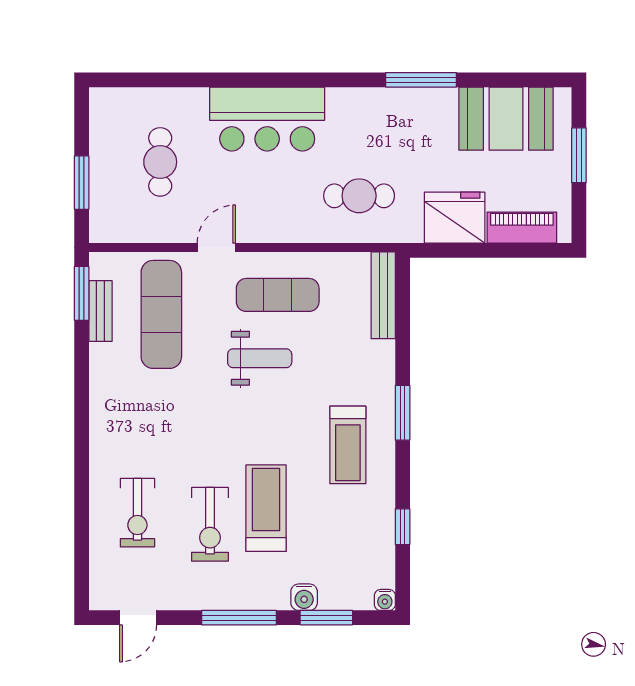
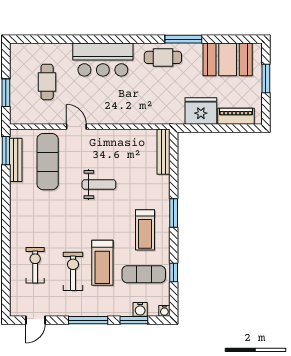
cafe table: (359, 196) -> (163, 57), moved
door: (216, 248) -> (76, 127), hinge flipped
exercise mat: (278, 295) -> (144, 274), moved
bench: (100, 311) -> (16, 160), width x1.36
treadmill: (266, 508) -> (102, 263), turned 180
exercise bike: (137, 513) -> (35, 265), turned 180
exercise bike: (210, 524) -> (73, 271), turned 180
water cooler: (304, 597) -> (140, 309), moved

